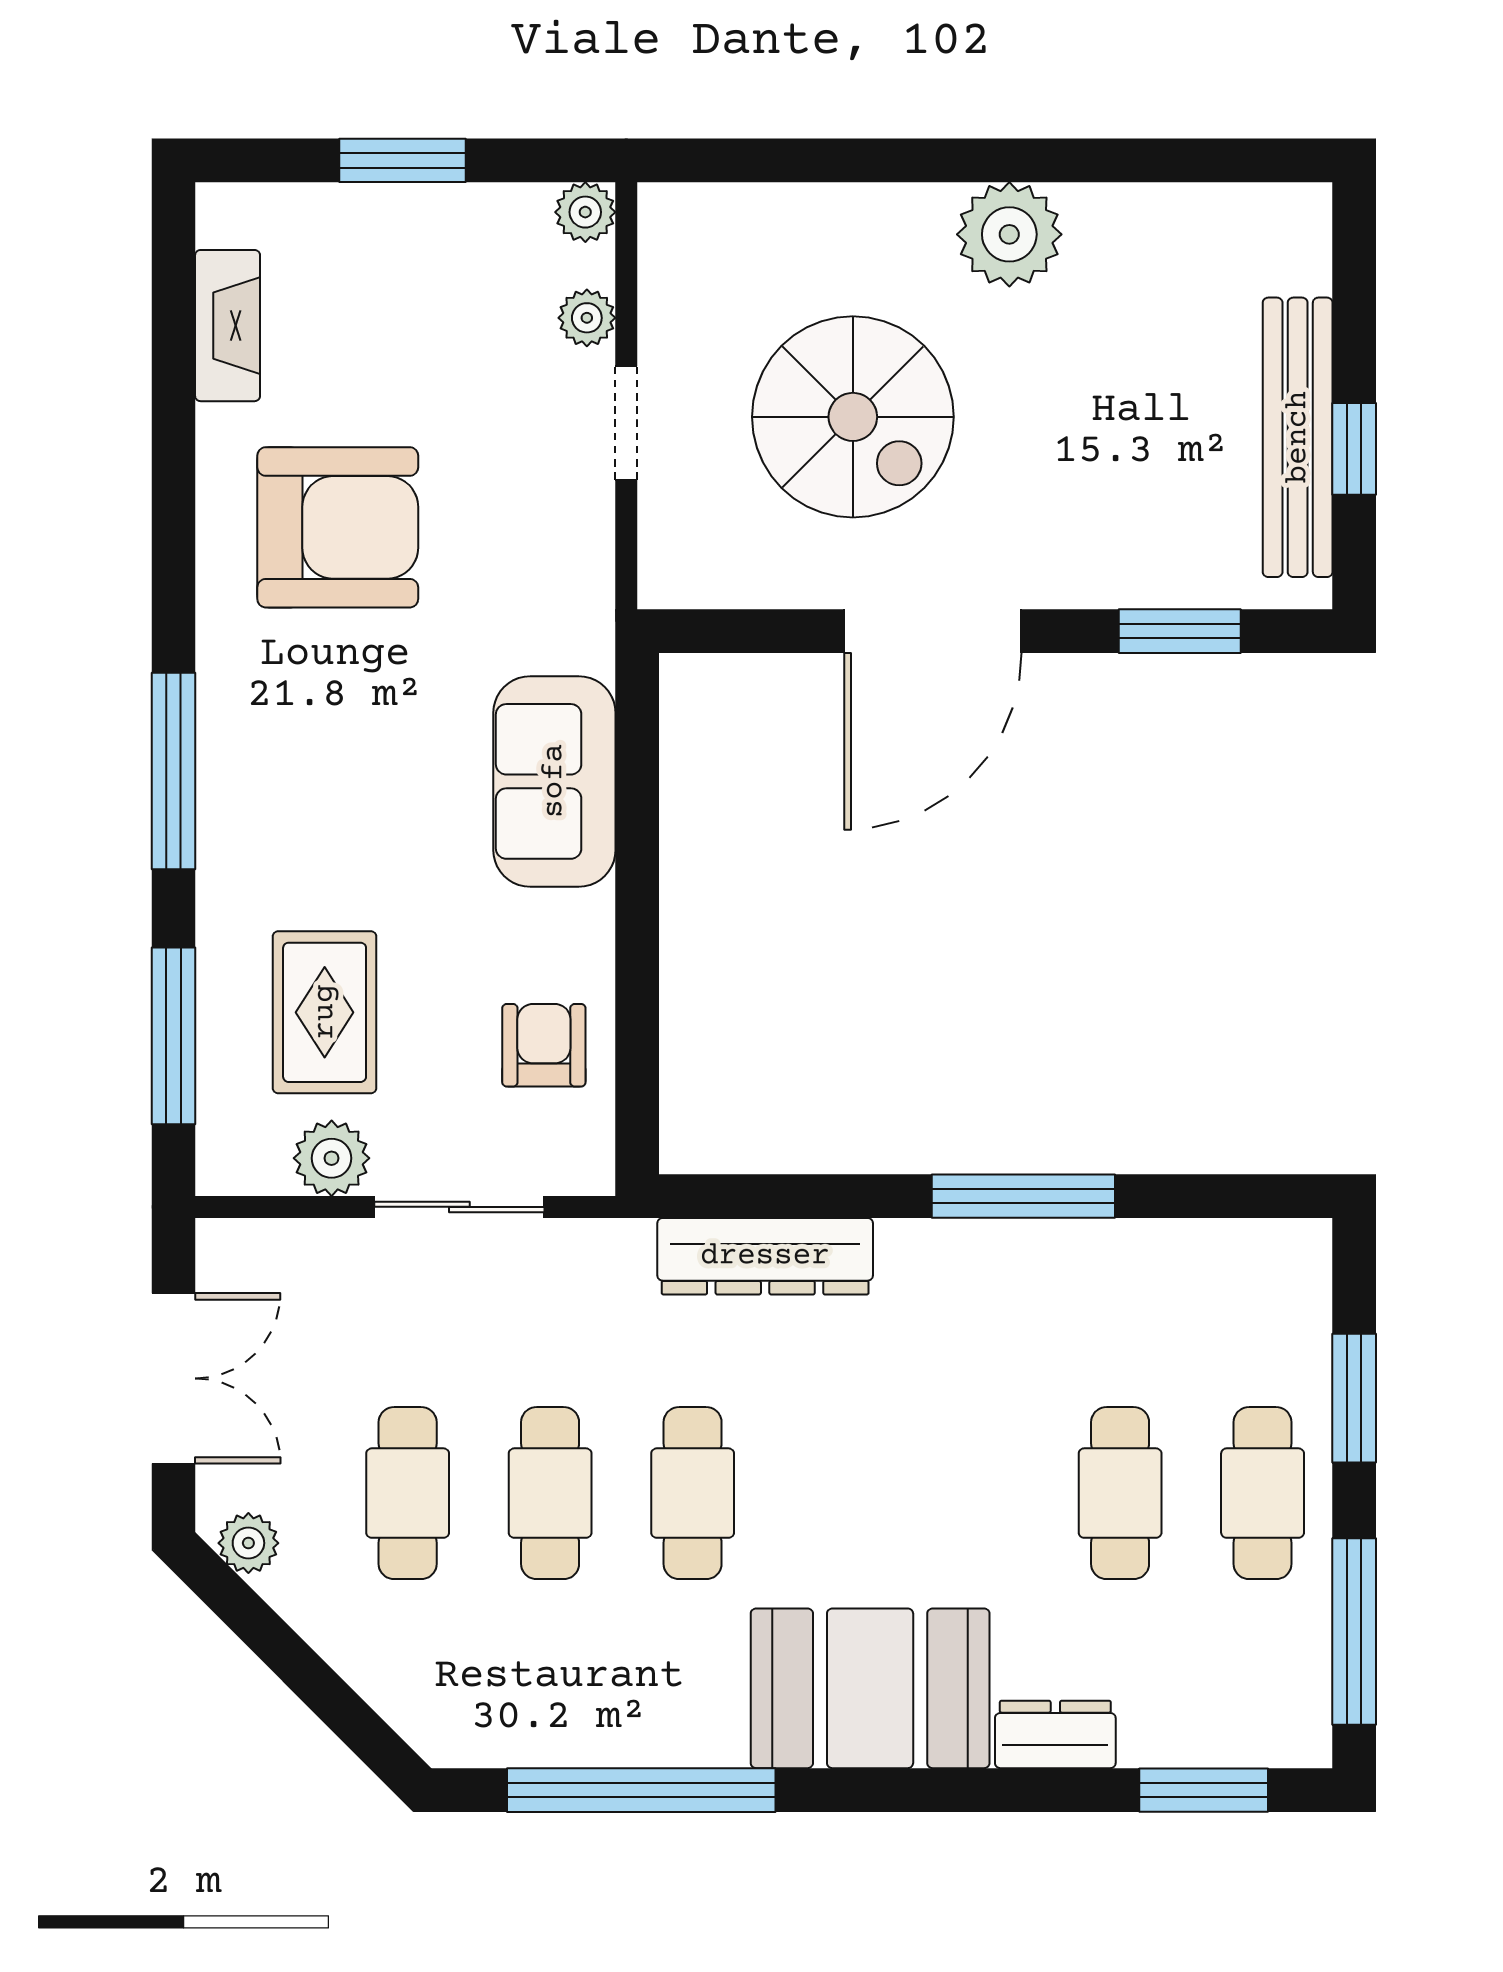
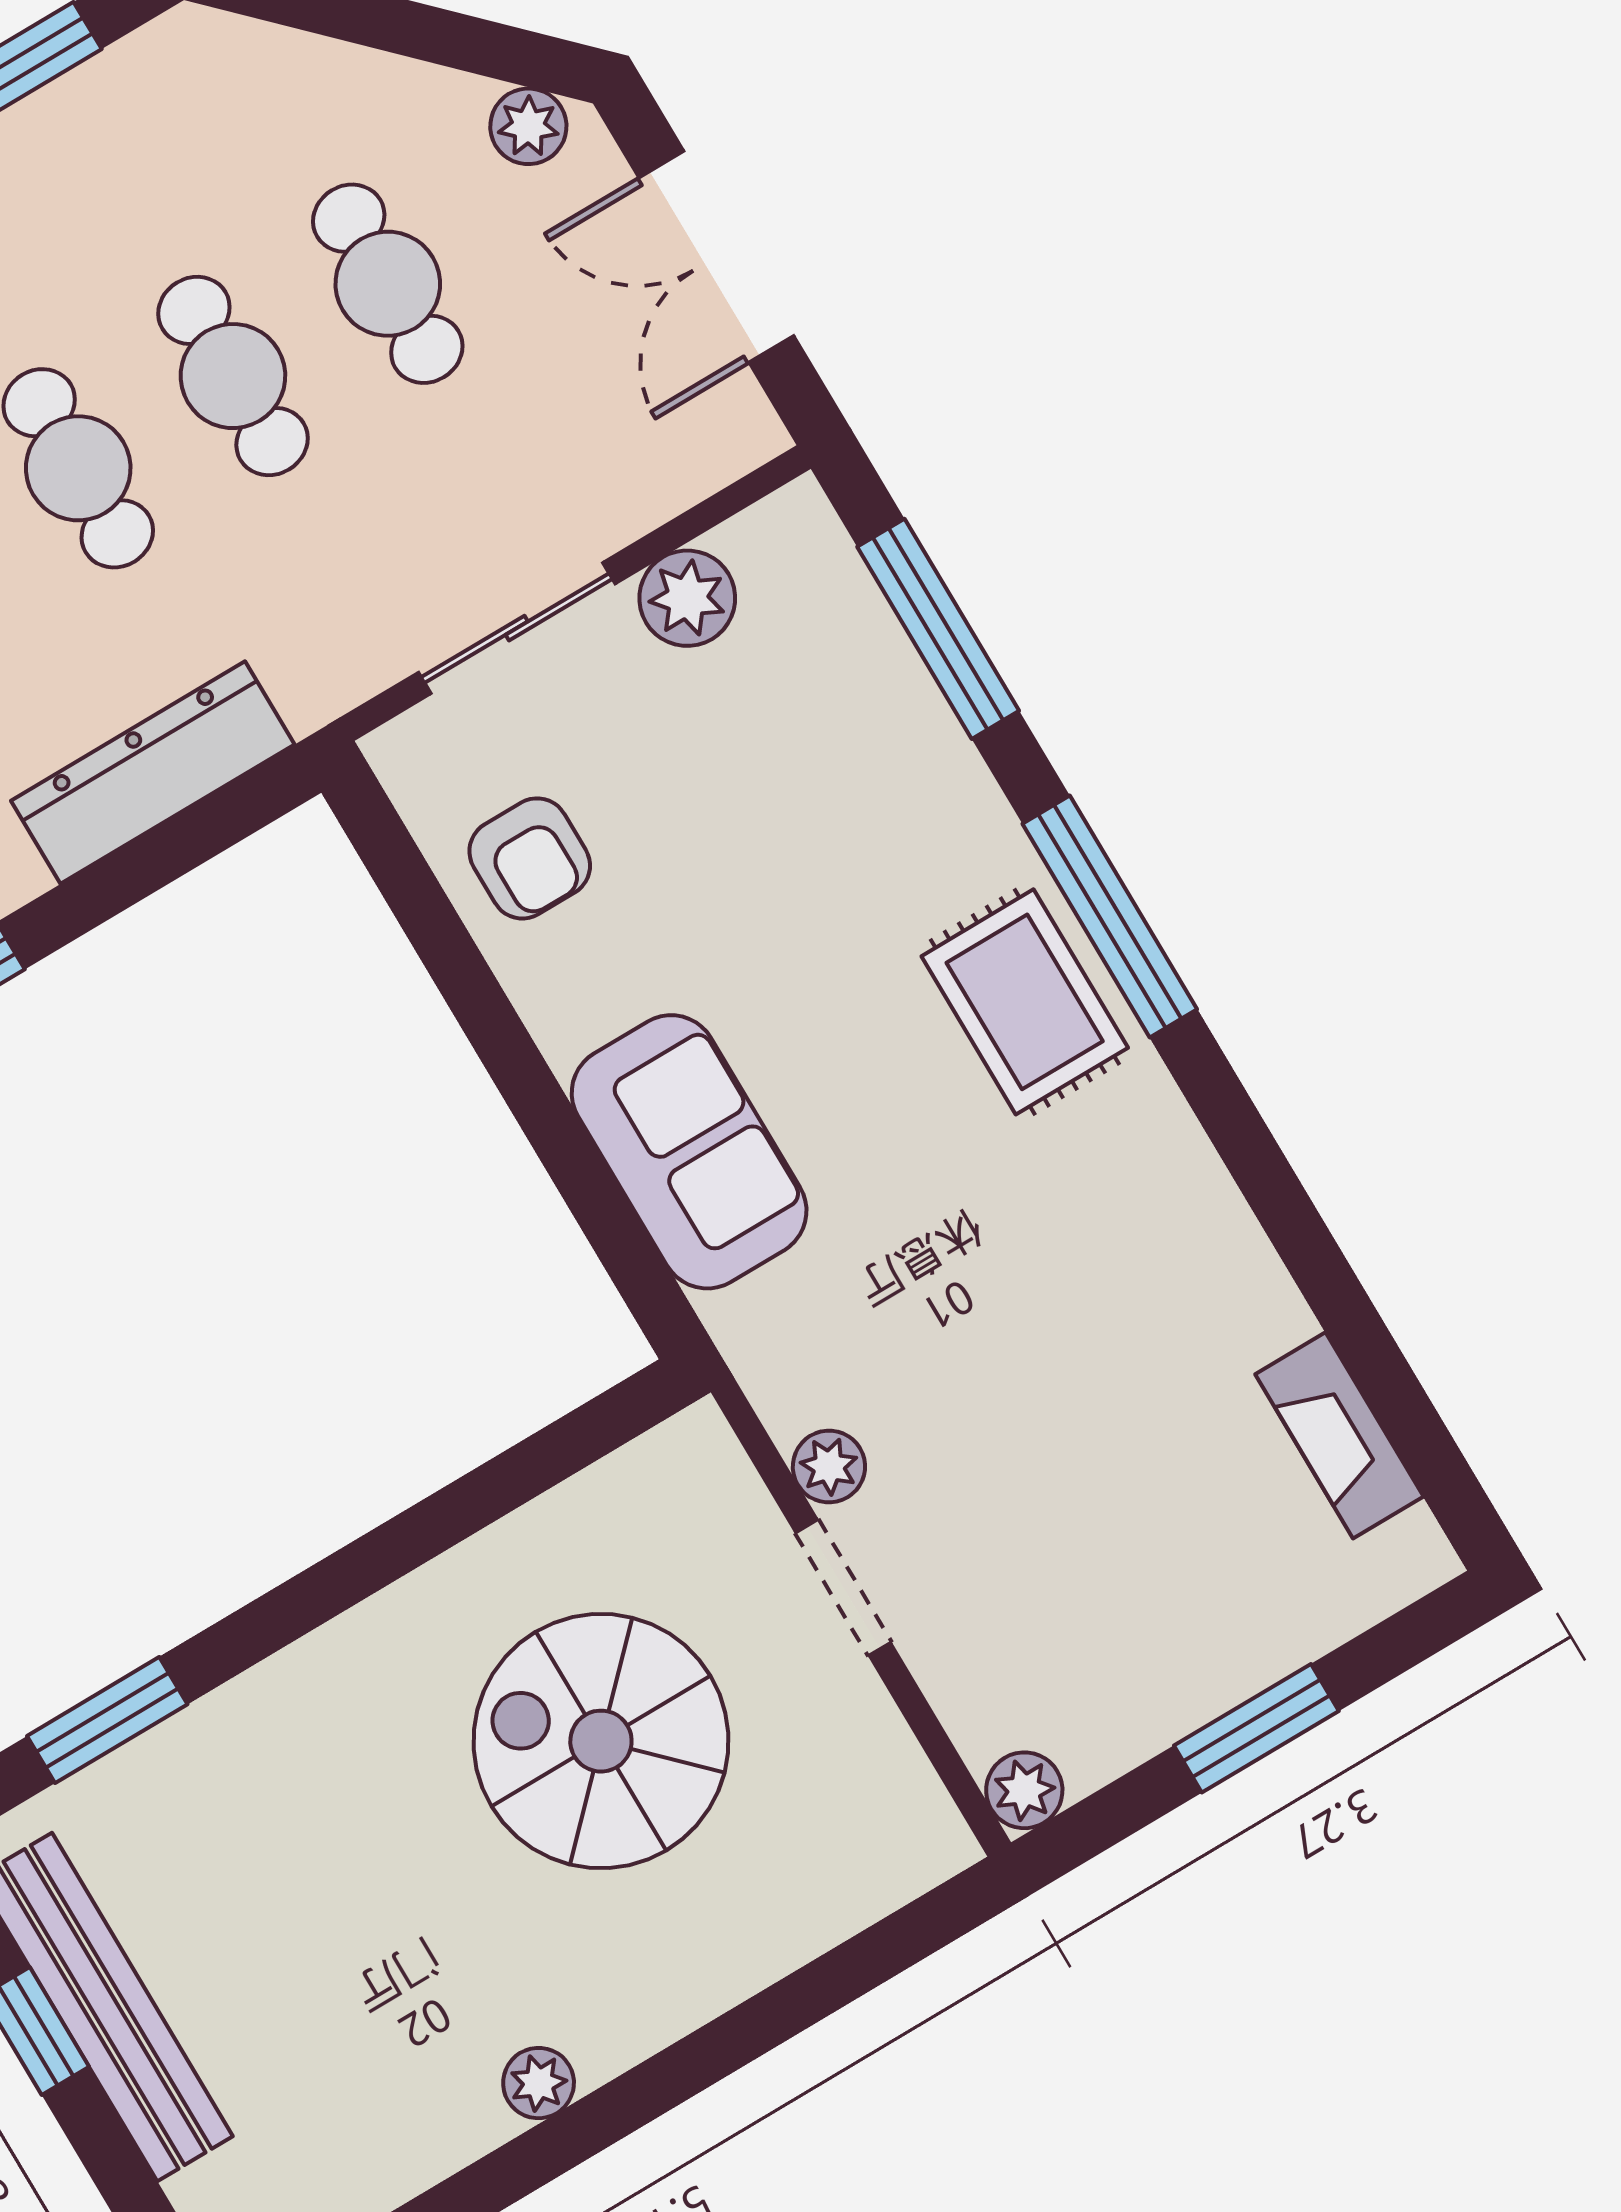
plant: (1009, 234) -> (539, 2083), width x0.53, depth x0.53
plant: (587, 318) -> (829, 1467), moved
armchair: (338, 527) -> (1089, 1288), removed
door: (933, 631) -> (375, 1560), removed
rug: (325, 1012) -> (1025, 1002), moved

